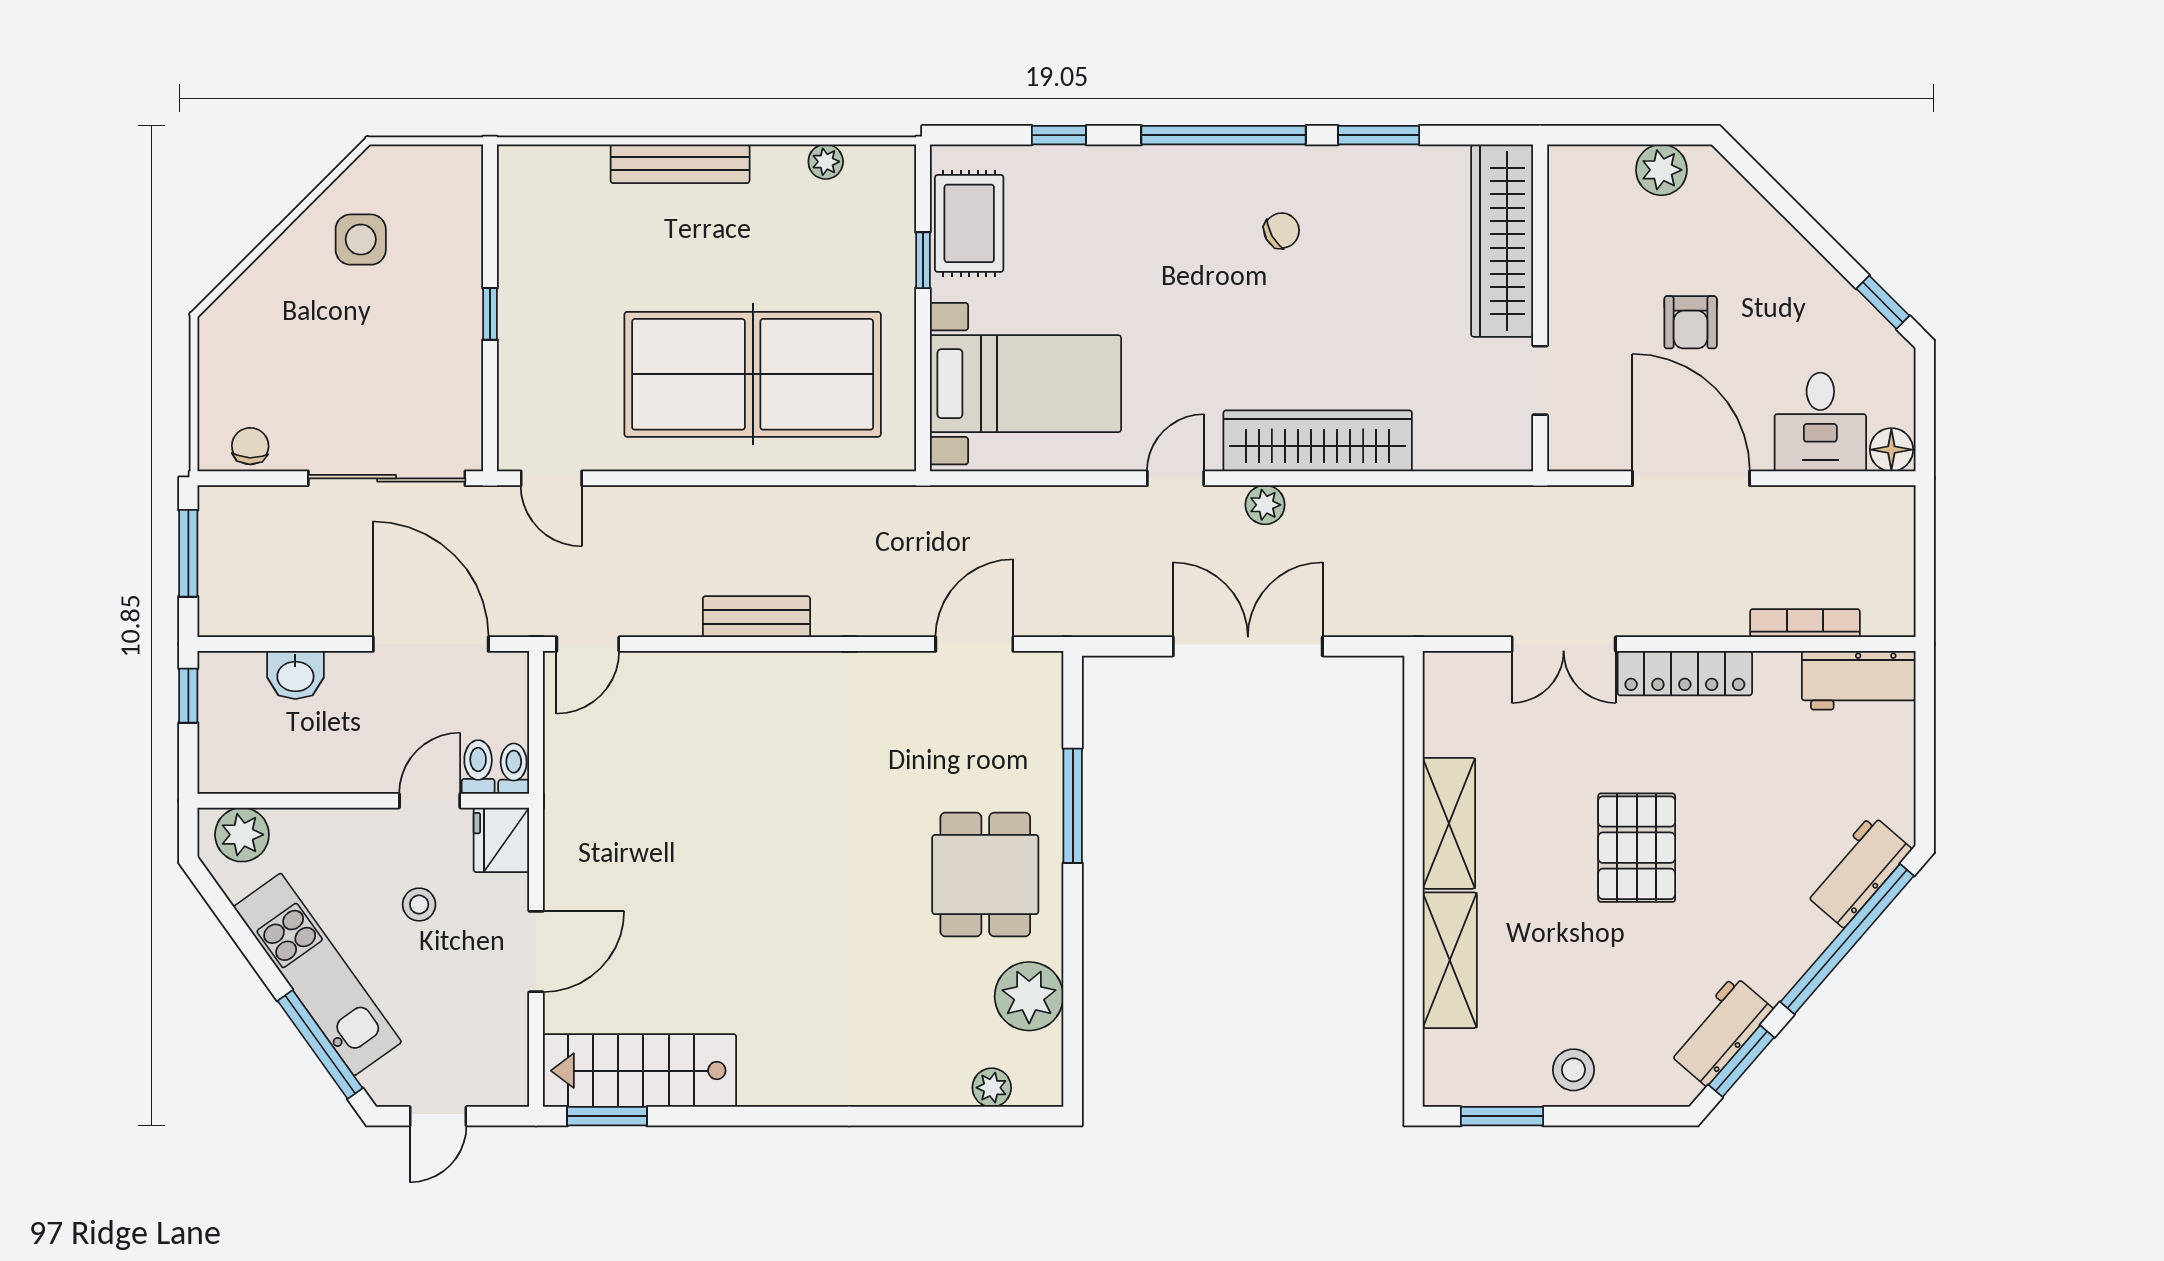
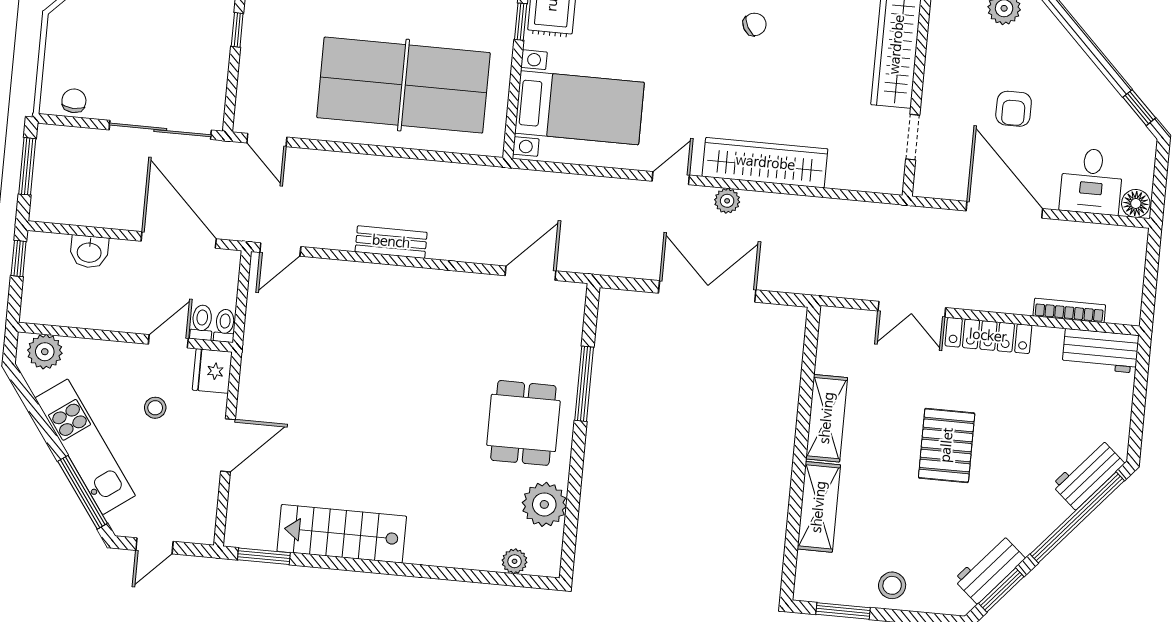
stairs: (640, 1071) -> (342, 534), moved

